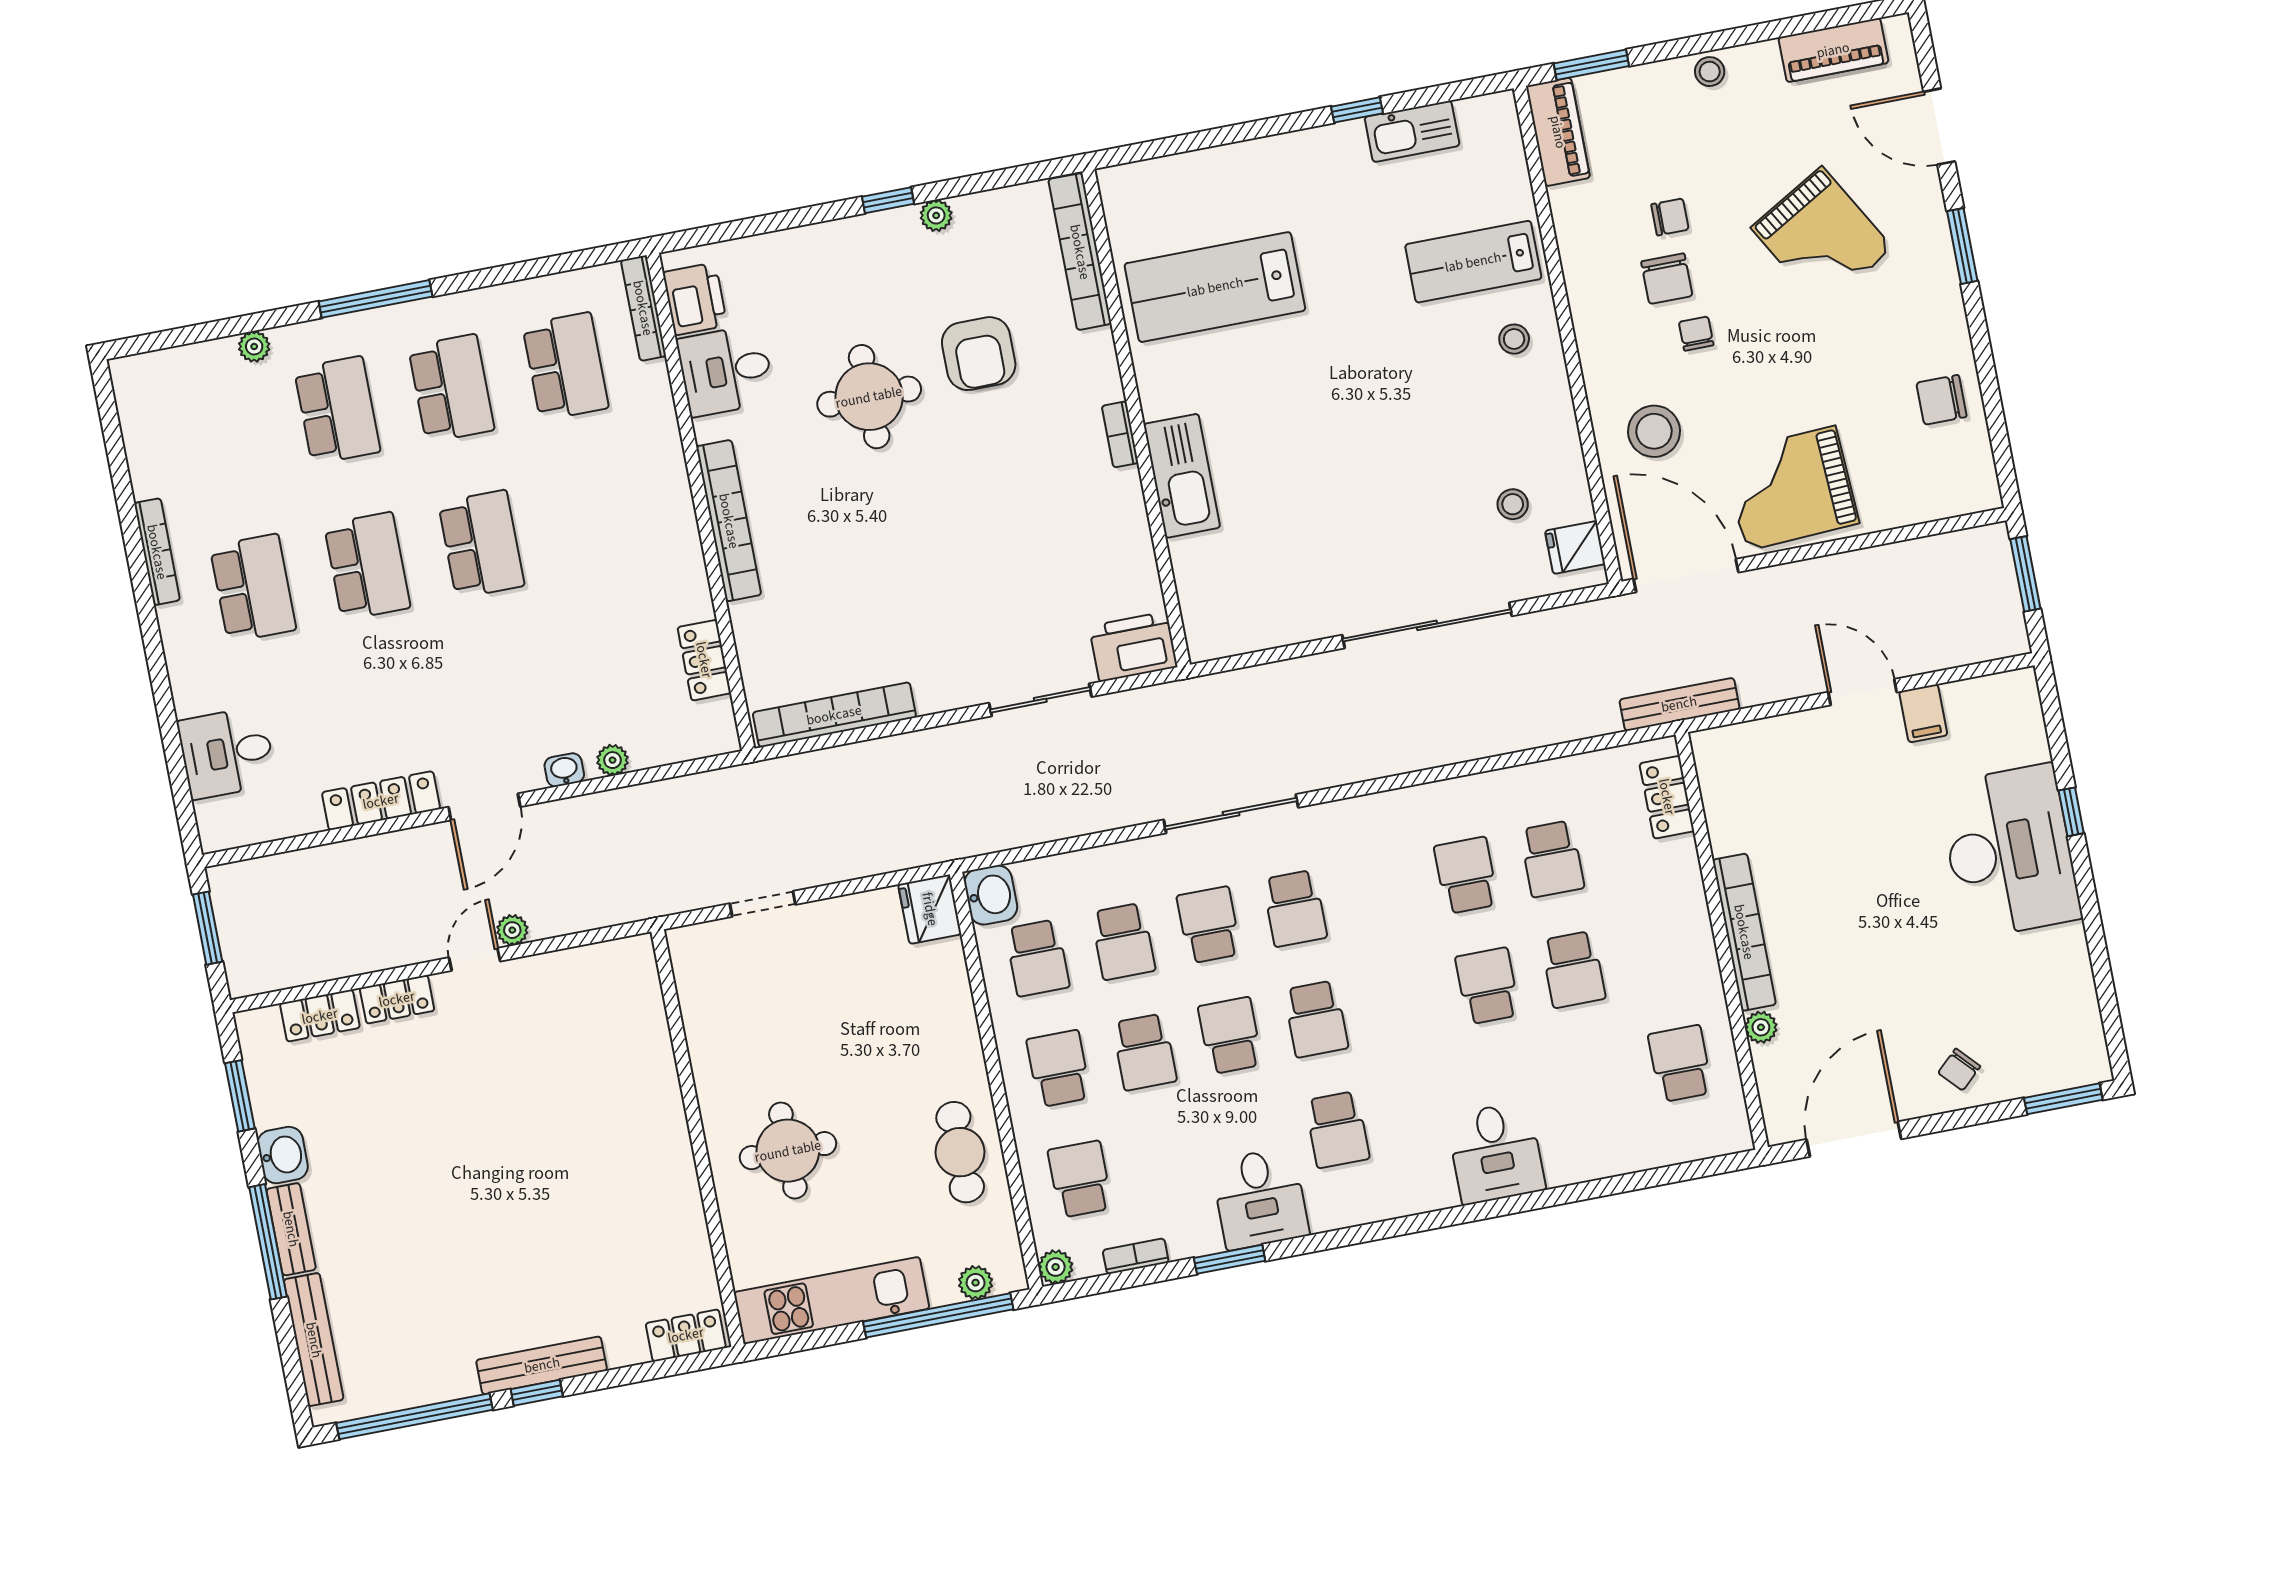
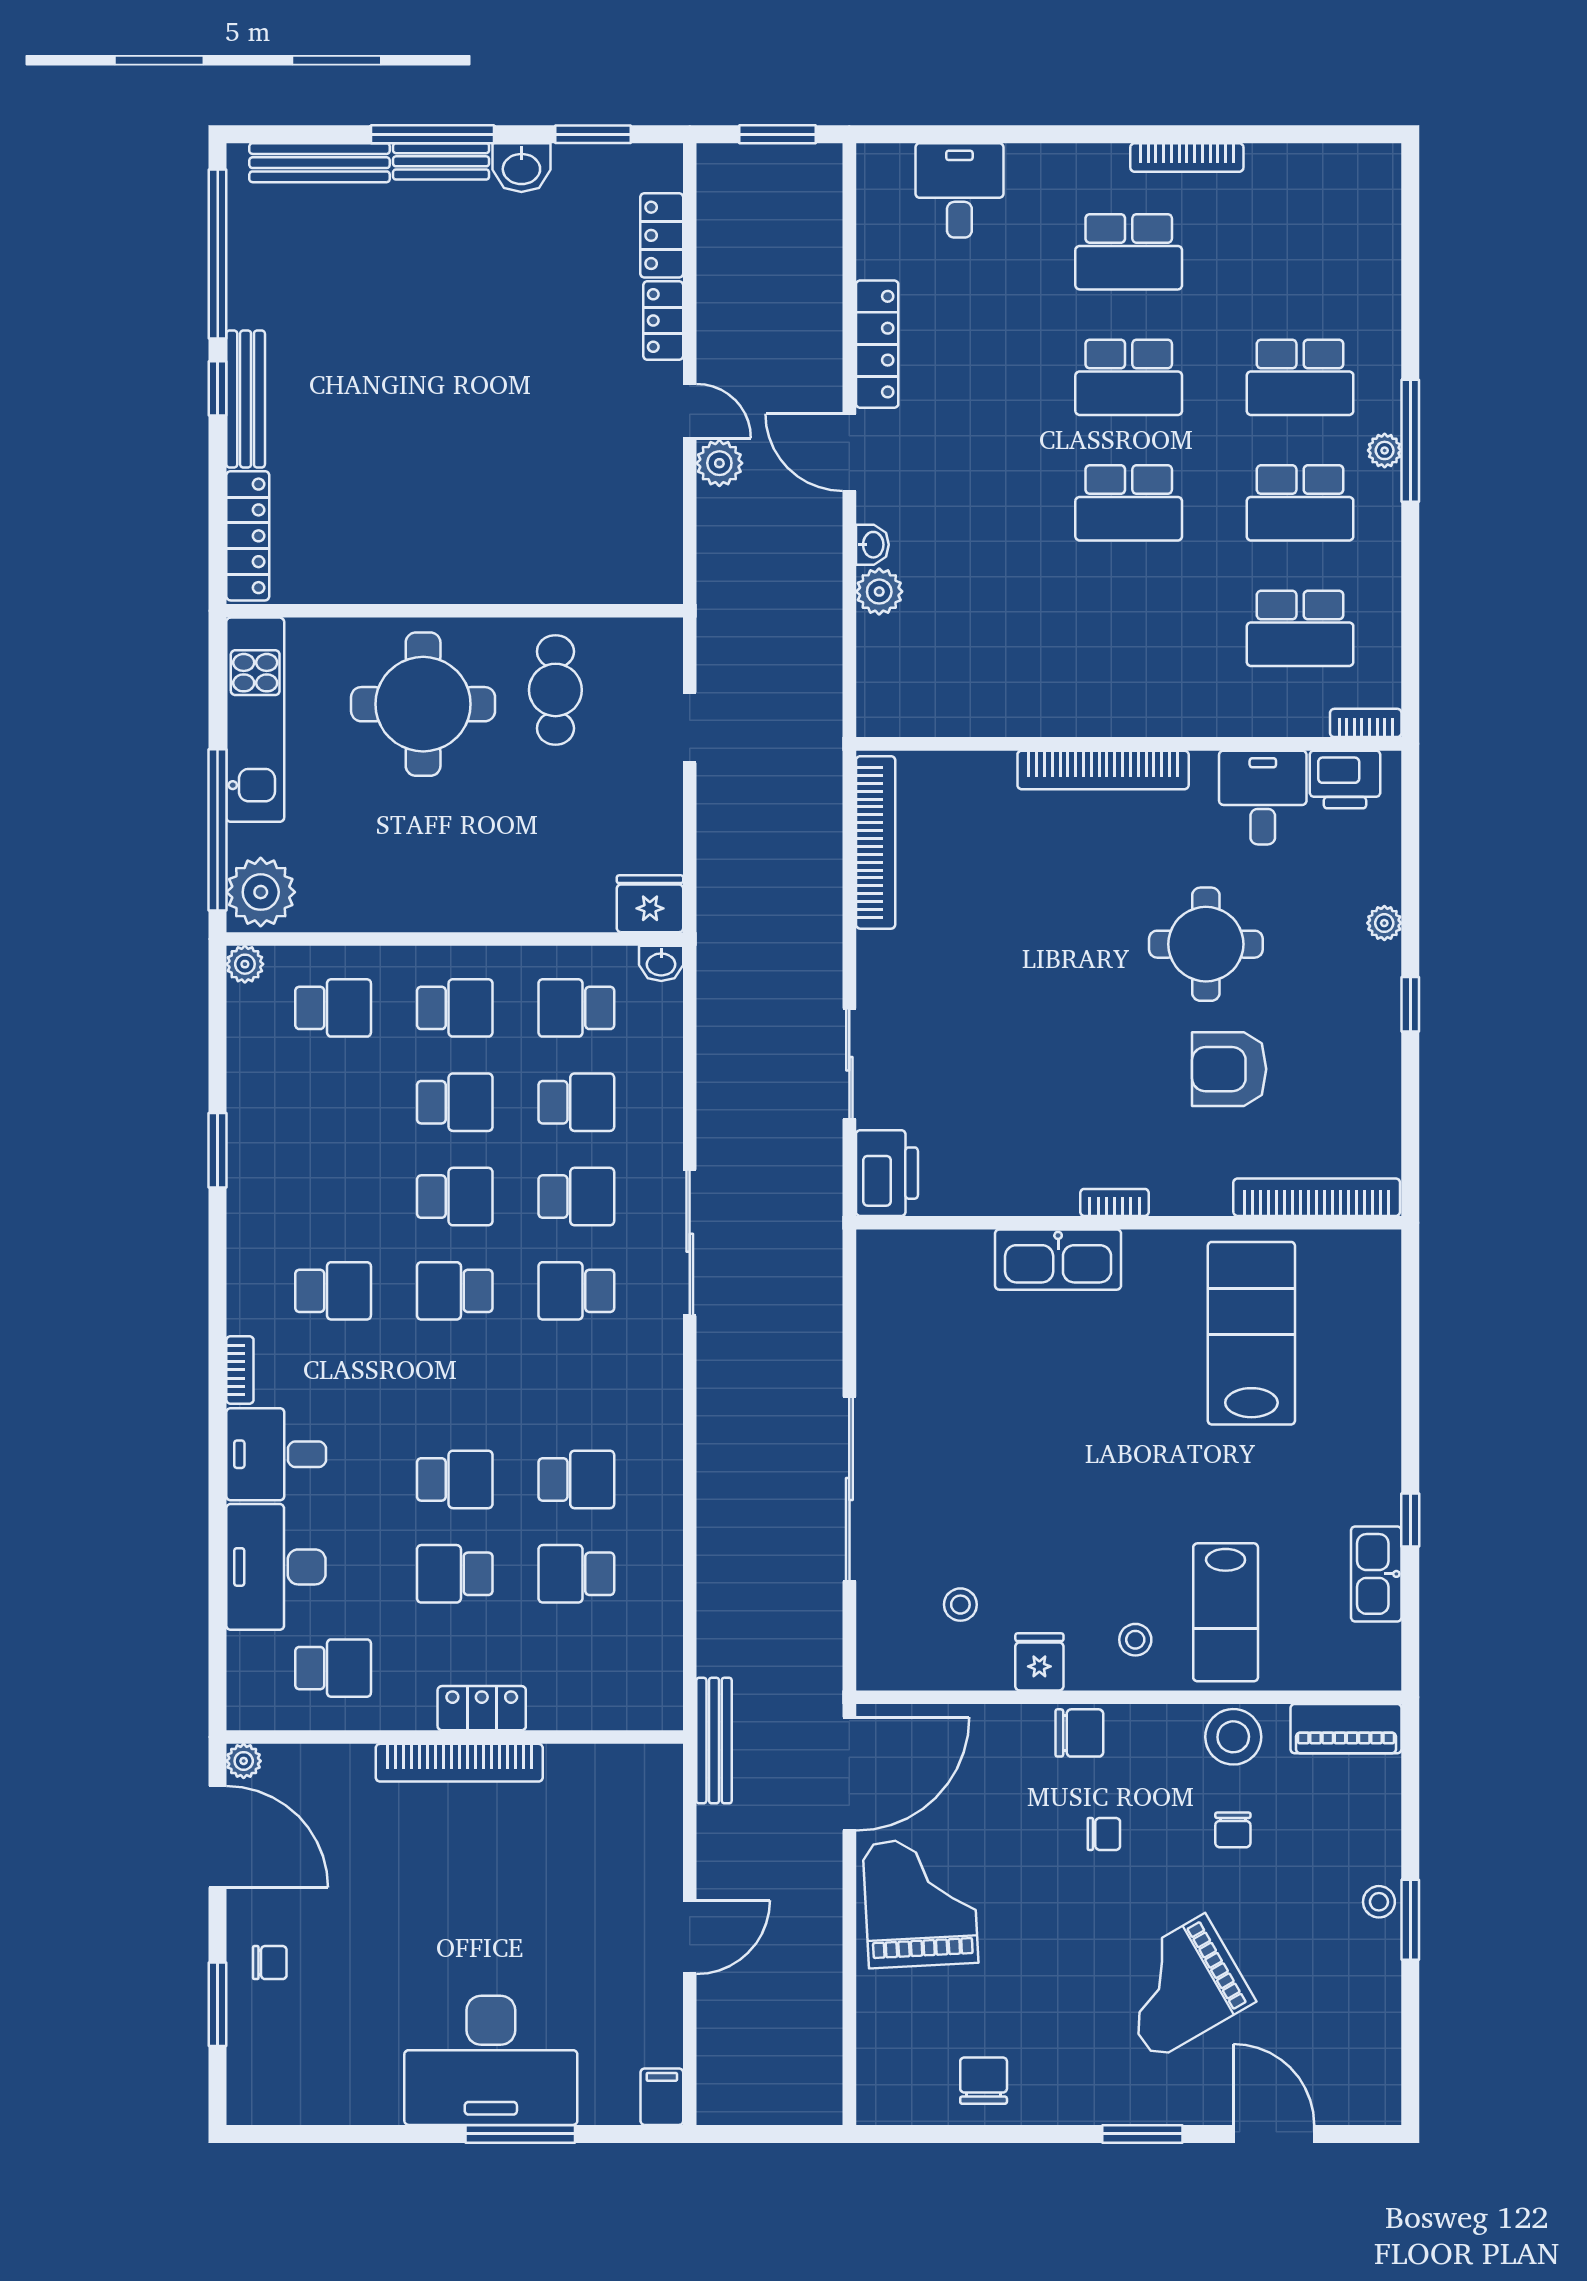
piano: (1833, 50) -> (1376, 2037), removed
window: (1591, 65) -> (1410, 1920), moved
door: (1939, 127) -> (1274, 2134), hinge flipped
plant: (936, 215) -> (1384, 923), moved
lab bench: (1473, 262) -> (1226, 1612), turned 180
chair: (1667, 279) -> (1079, 1733), moved, turned 180
bookcase: (643, 308) -> (1366, 723), width x0.64
plant: (254, 346) -> (1385, 450), moved
stool: (1654, 431) -> (1233, 1737), moved
fridge: (1575, 547) -> (1039, 1662), moved
window: (2025, 574) -> (782, 2134), removed
locker: (704, 660) -> (960, 716), removed
filing cabinet: (1923, 713) -> (662, 2097), moved, turned 90
plant: (613, 760) -> (879, 592), width x1.38, depth x1.38
locker: (1667, 797) -> (482, 1708), moved
window: (2071, 812) -> (520, 2134), width x2.17
washbasin: (991, 895) -> (661, 963), width x0.72, depth x0.69
plant: (512, 930) -> (719, 463), width x1.38, depth x1.38
school desk: (1123, 941) -> (576, 1102), turned 180
plant: (1761, 1027) -> (244, 1761), moved
school desk: (1144, 1052) -> (455, 1102), turned 180
chair: (1959, 1070) -> (270, 1963), turned 133
window: (2063, 1099) -> (218, 2004), moved
school desk: (1337, 1130) -> (333, 1291), turned 180
round table: (788, 1151) -> (423, 704), width x1.36, depth x1.36
cafe table: (960, 1152) -> (555, 690), moved, turned 90
desk: (1260, 1198) -> (276, 1567), moved, width x1.37
bookcase: (1136, 1256) -> (240, 1370), moved
plant: (976, 1283) -> (261, 892), width x1.88, depth x1.88
locker: (686, 1335) -> (248, 536), width x1.53

